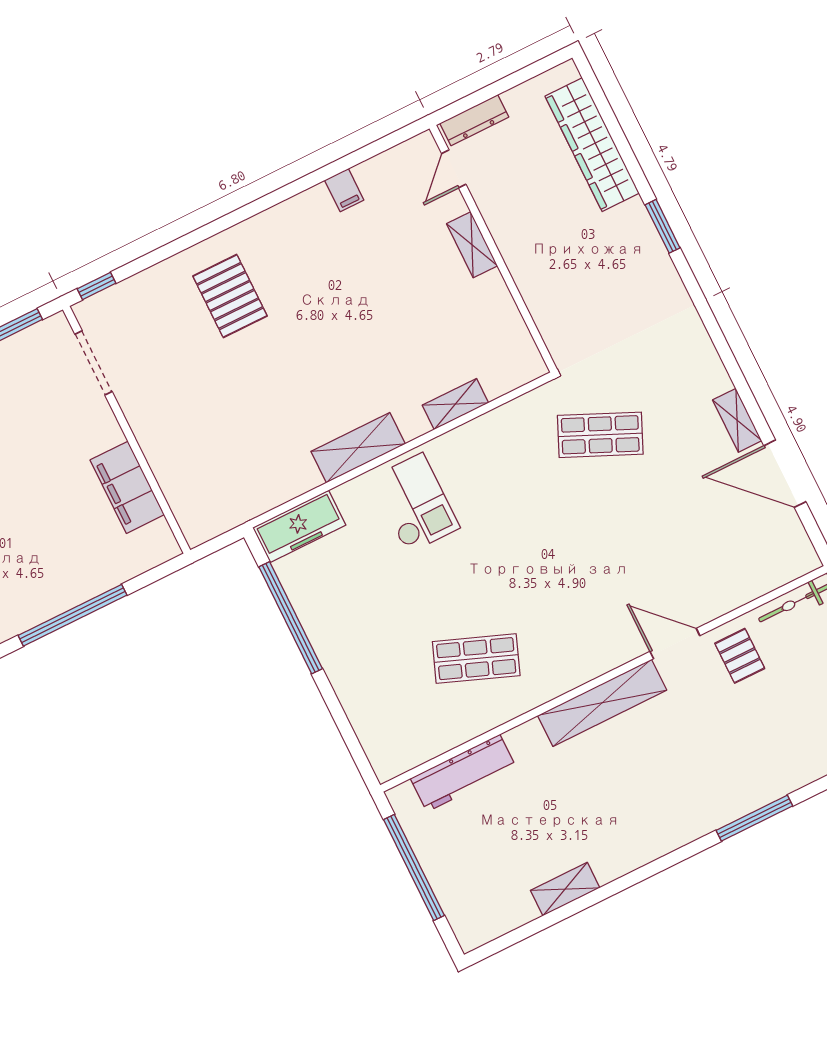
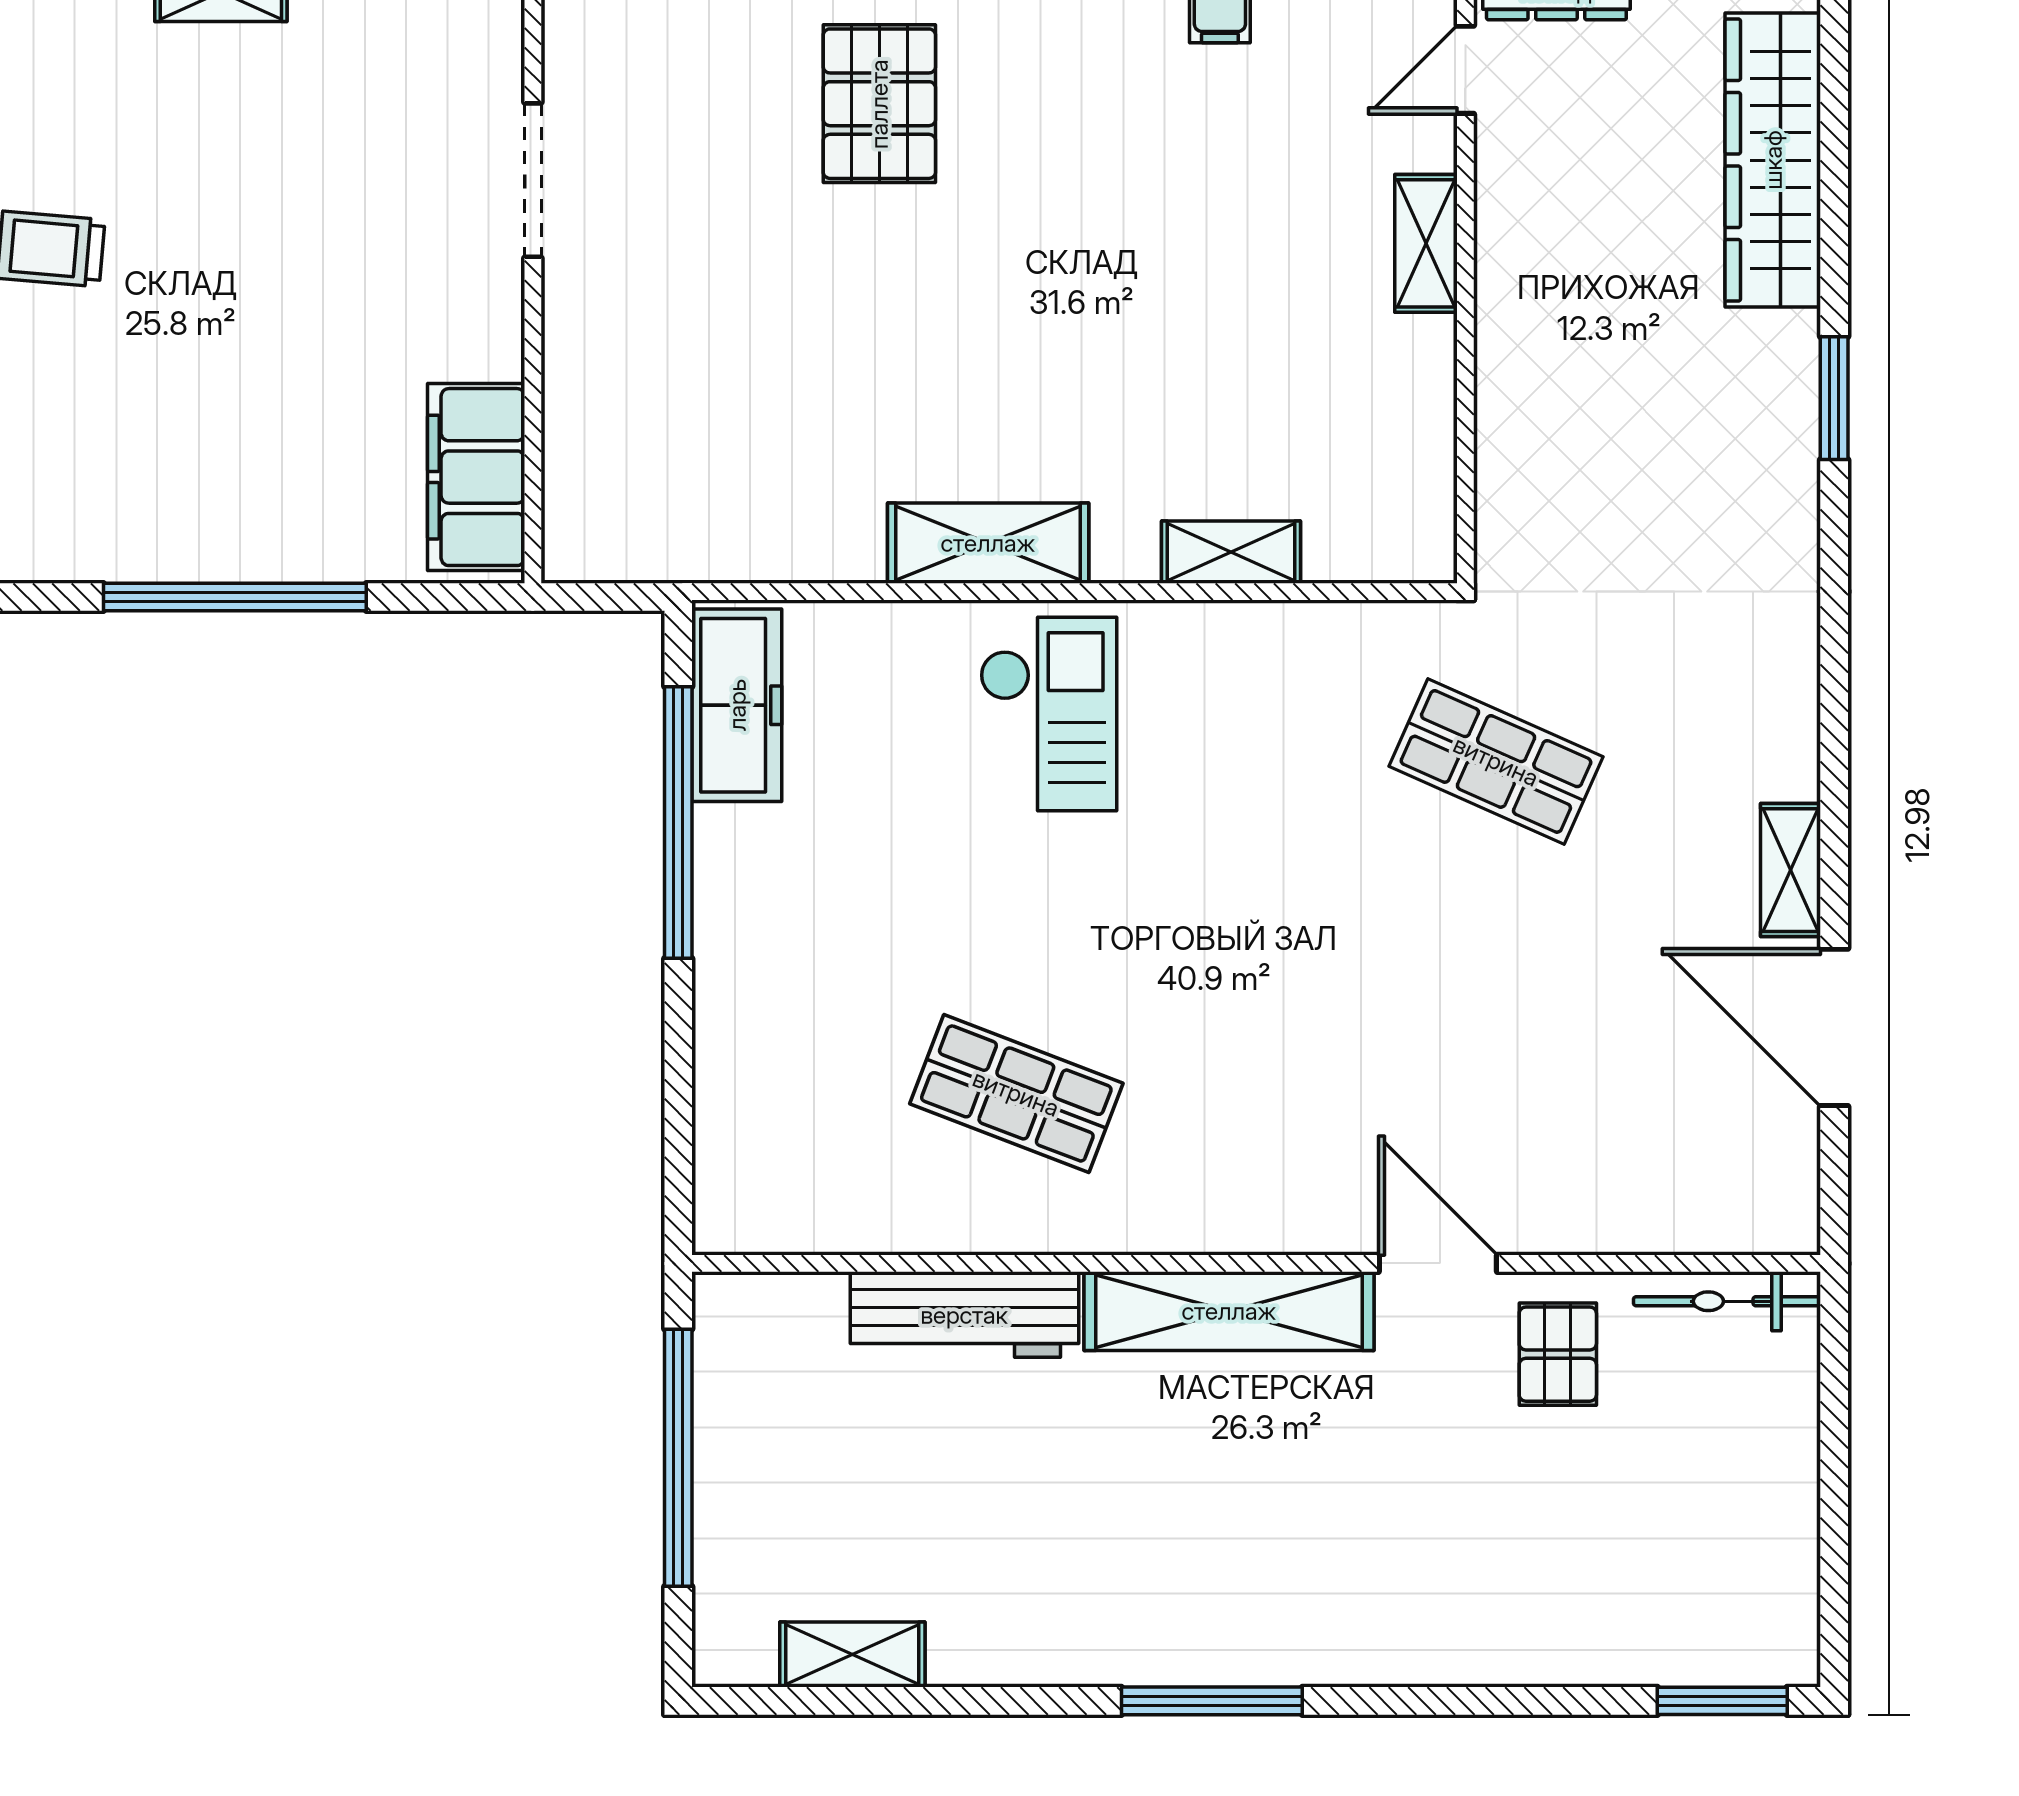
doorway: (94, 363) -> (533, 180), moved
filing cabinet: (127, 487) -> (476, 477), moved
freezer: (299, 526) -> (737, 705), moved, turned -90
workbench: (463, 773) -> (964, 1315), moved
window: (754, 818) -> (1212, 1701), moved
shelving: (565, 889) -> (852, 1655), moved

